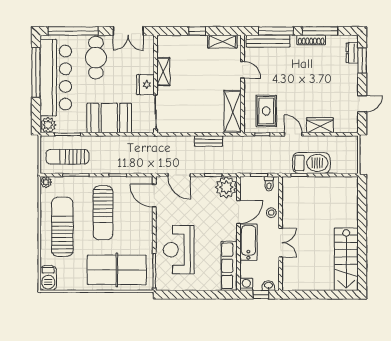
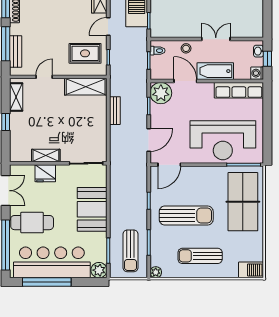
bench: (268, 41) -> (16, 51), width x0.73
fridge: (145, 85) -> (45, 173), moved
sun lounger: (62, 227) -> (200, 256), width x0.73, depth x0.75
reception desk: (179, 250) -> (223, 140), width x1.36, depth x1.30

